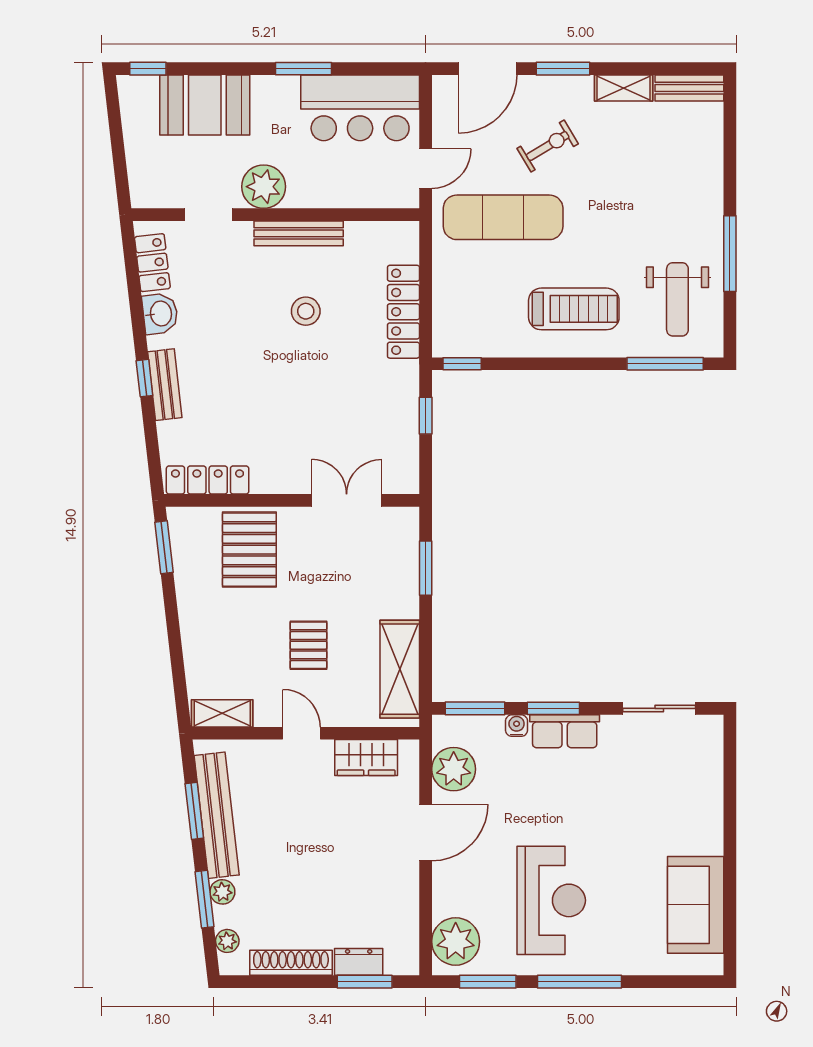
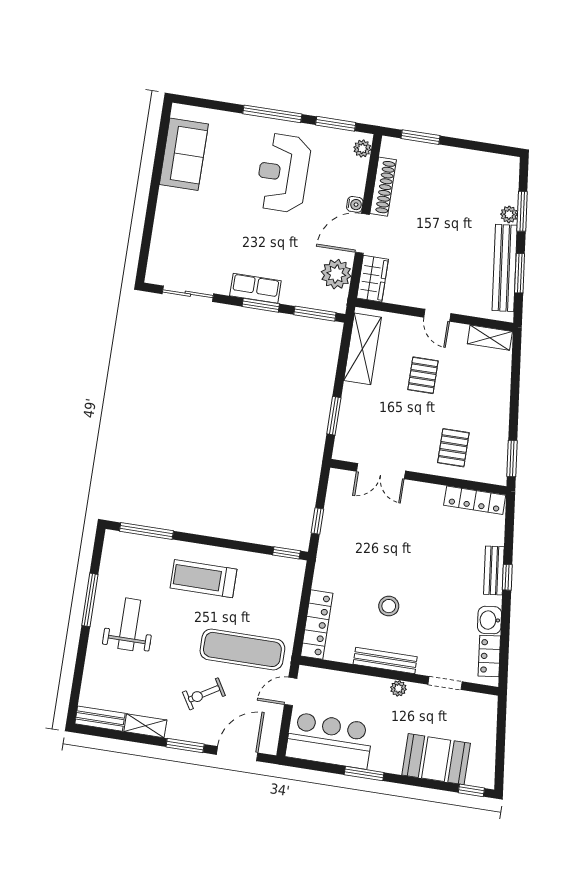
plant: (264, 187) -> (398, 688), width x0.53, depth x0.53
weight bench: (677, 299) -> (129, 624), moved
locker: (403, 312) -> (317, 625), moved
pallet: (249, 550) -> (453, 448), width x0.67, depth x0.71
water cooler: (517, 726) -> (355, 204), moved, turned -90
wardrobe: (366, 758) -> (372, 279), moved, turned 90
plant: (227, 941) -> (511, 180), removed
plant: (456, 941) -> (362, 148), width x0.53, depth x0.53
dresser: (359, 962) -> (423, 151), removed
shoe rack: (291, 963) -> (383, 187), moved, turned -90

